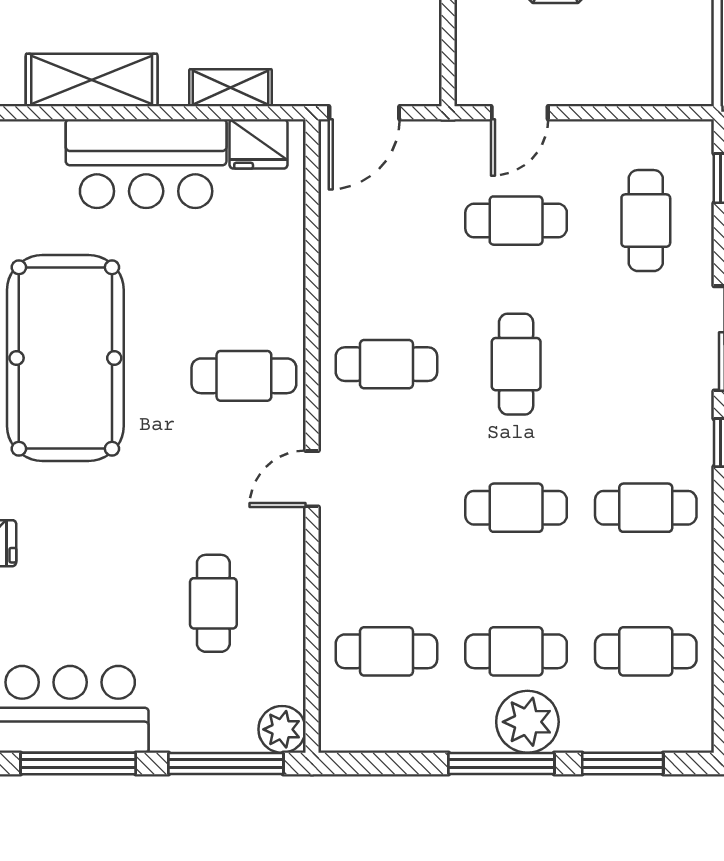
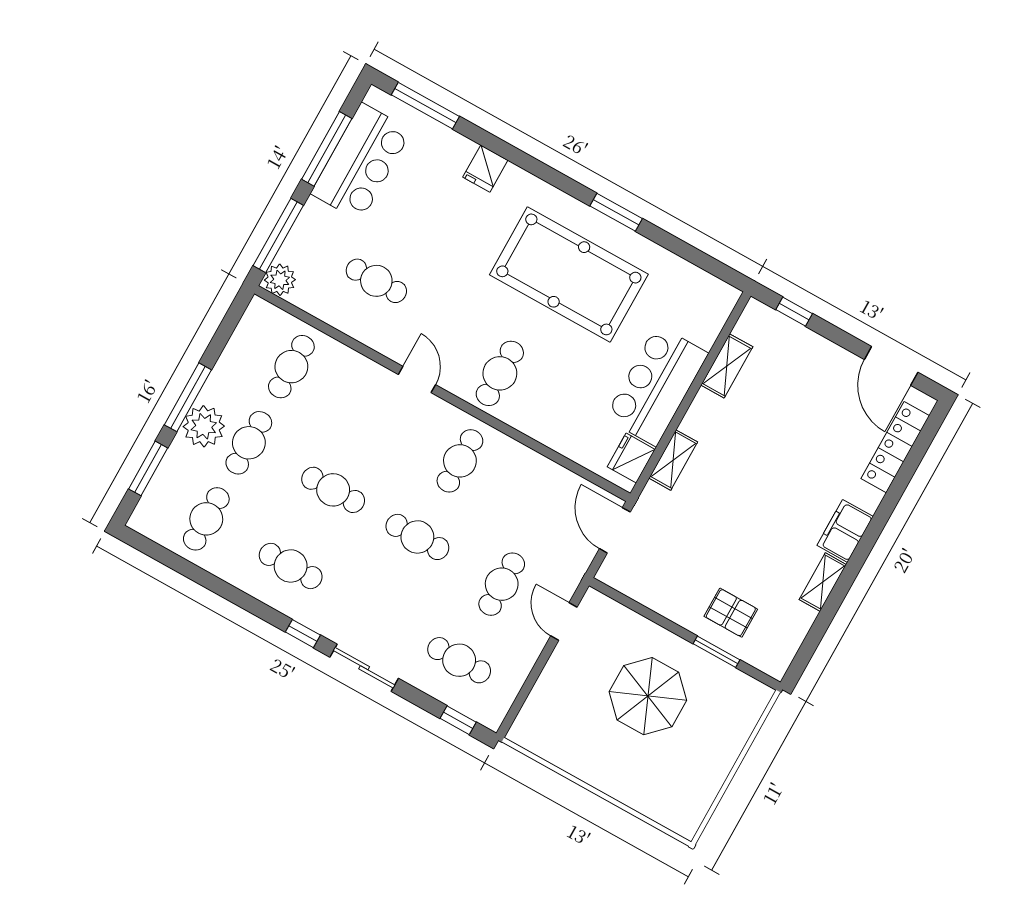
shelving: (92, 80) -> (727, 366), width x0.67, depth x0.75
cafe table: (516, 508) -> (333, 490), turned 90
cafe table: (646, 508) -> (291, 566), turned 90

